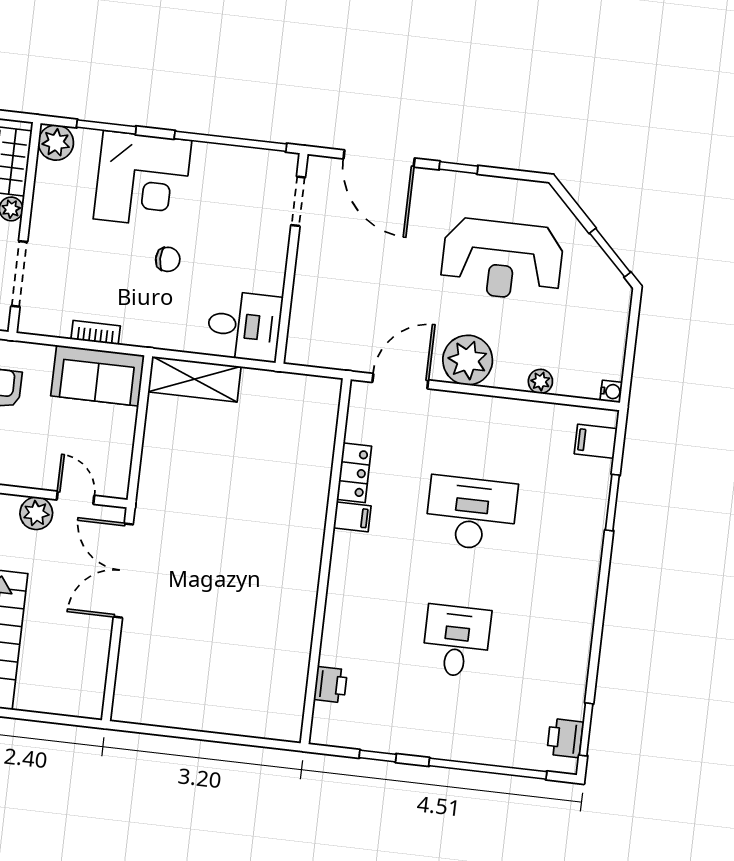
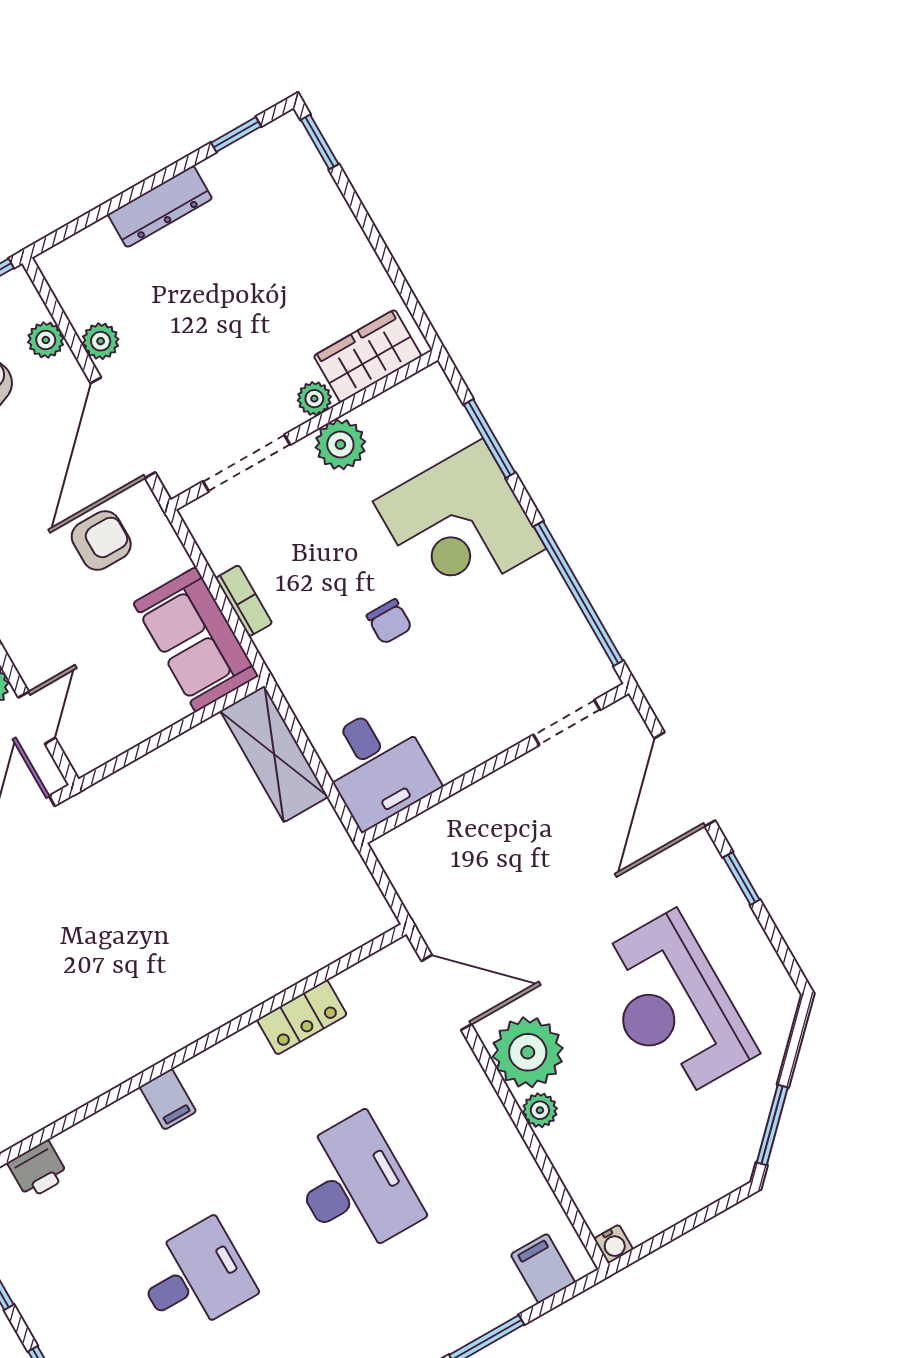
plant: (56, 143) -> (340, 444), moved
plant: (540, 381) -> (540, 1110), moved
filing cabinet: (352, 517) -> (168, 1099), moved

